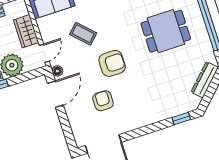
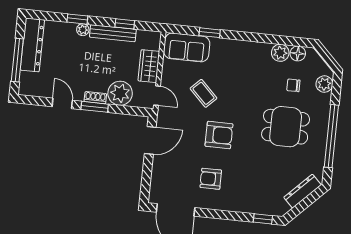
door: (44, 53) -> (157, 96), hinge flipped
floor lamp: (57, 71) -> (162, 119), removed
armchair: (103, 101) -> (211, 179), moved, turned -90

